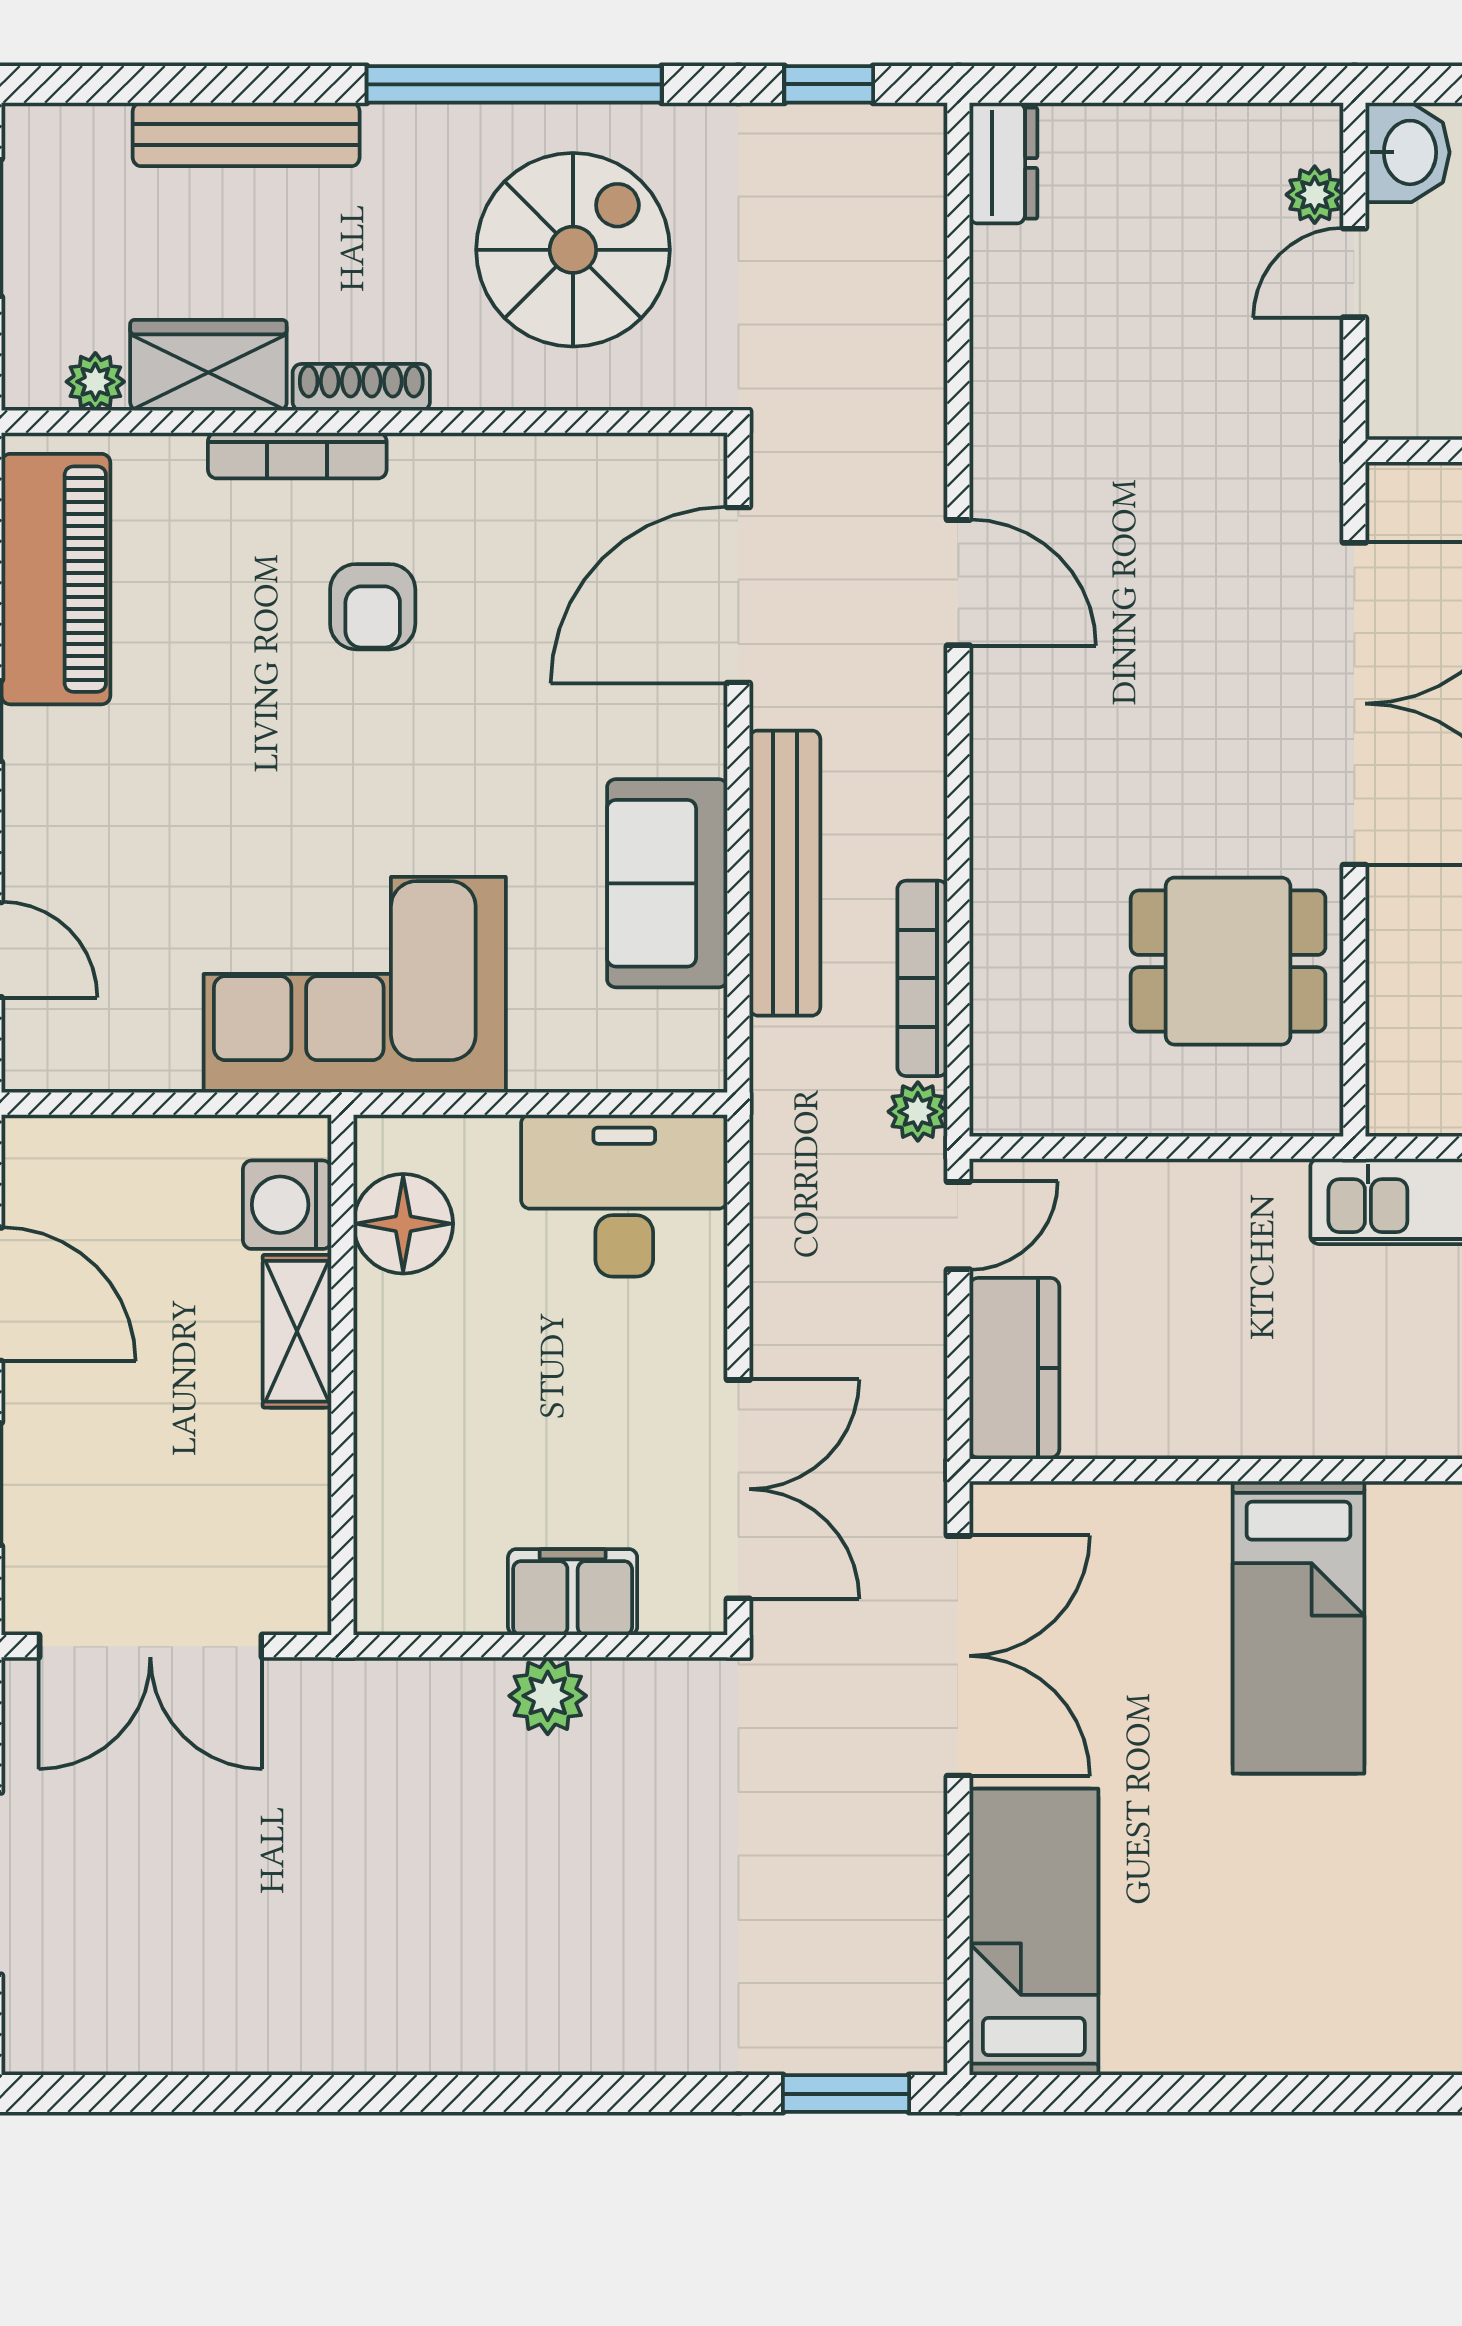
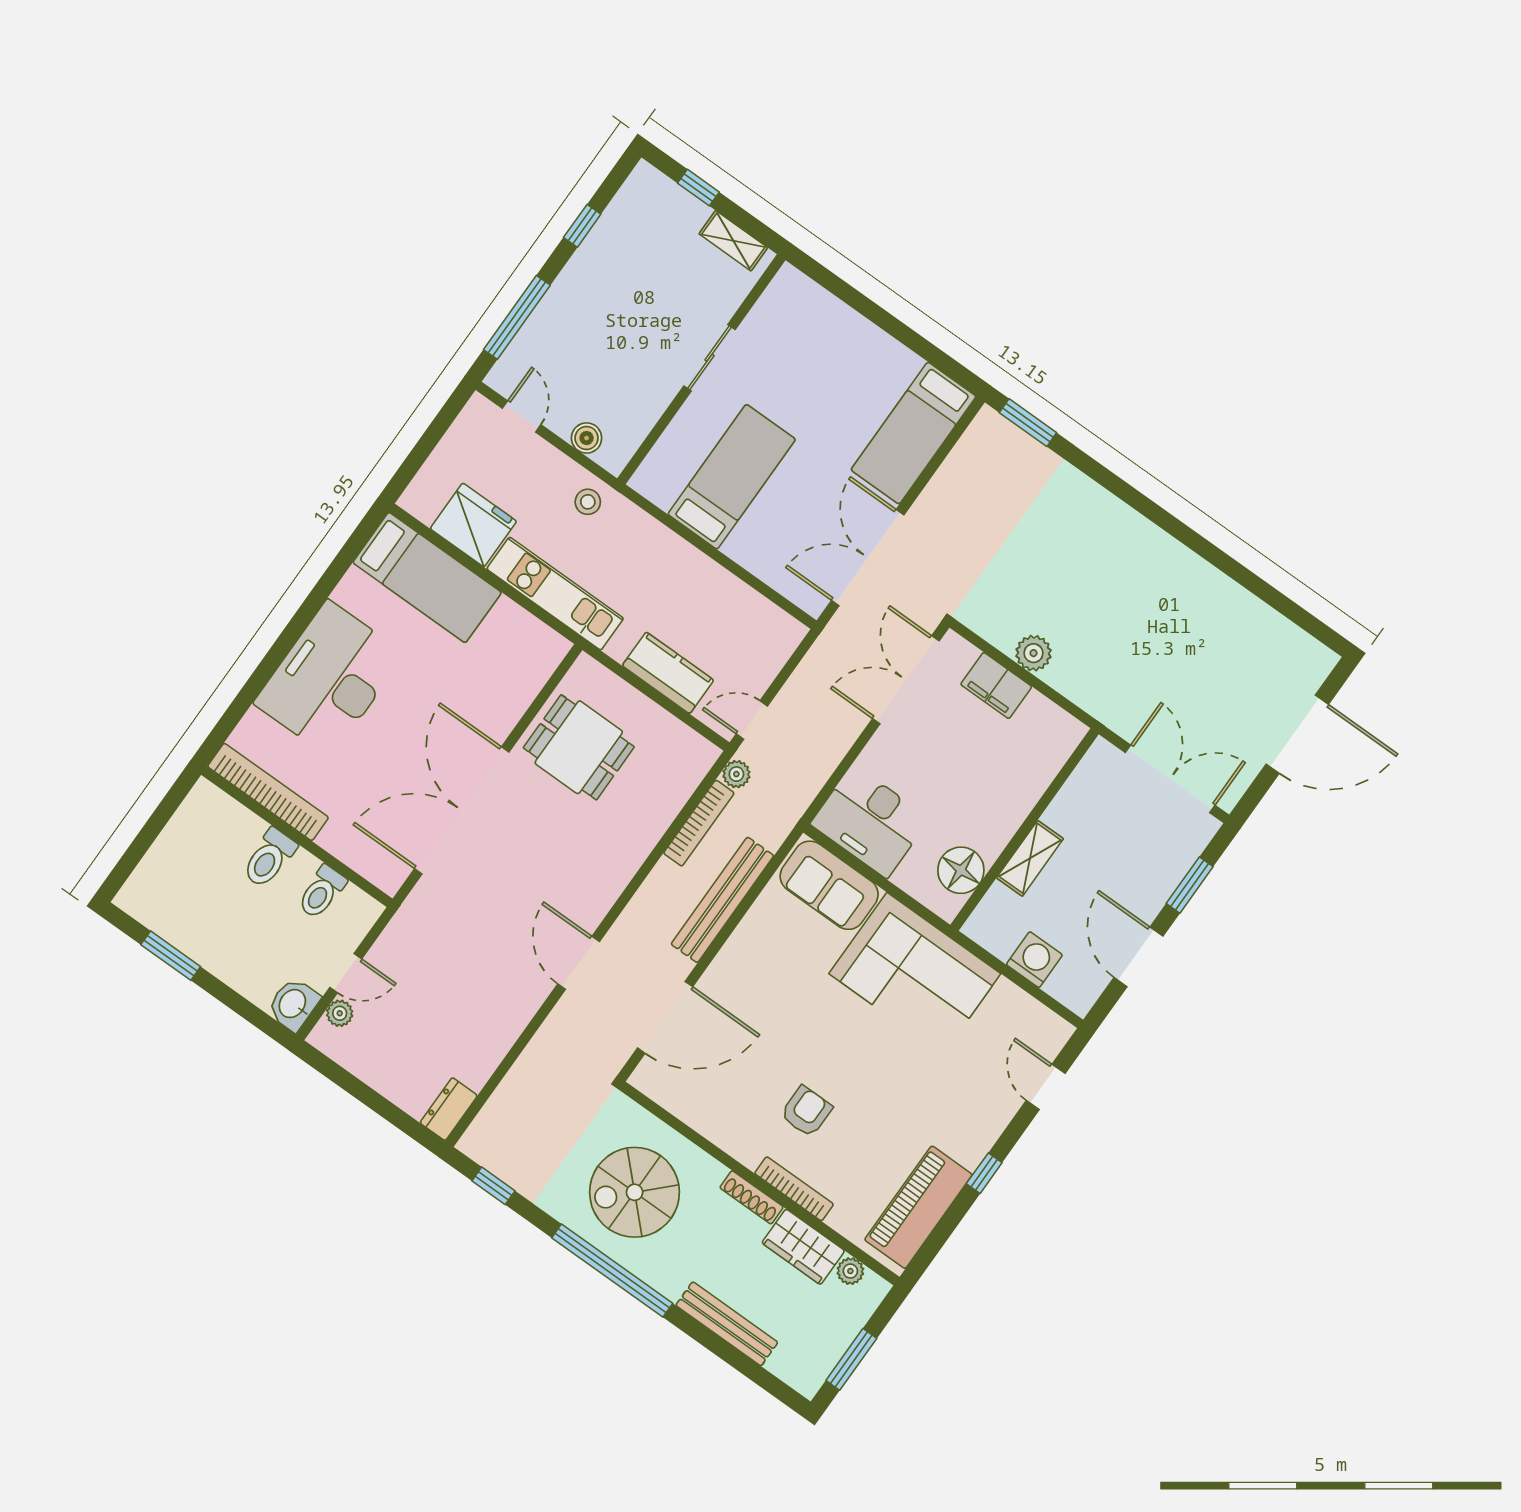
sofa: (667, 883) -> (829, 885), moved, turned 90
washing machine: (287, 1205) -> (1034, 960), moved, turned -90
kitchen counter: (1014, 1368) -> (668, 673), moved, turned 90

